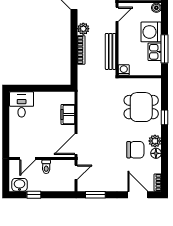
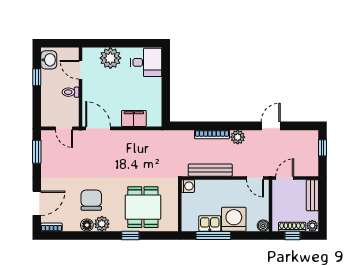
plant: (18, 134) -> (110, 58), added
chair: (135, 150) -> (91, 200), turned 180

